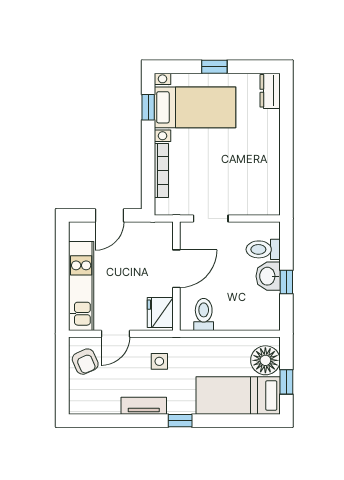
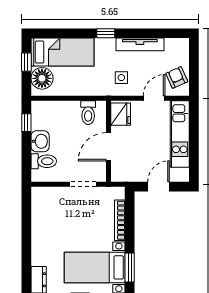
window: (148, 107) -> (130, 268), width x1.50
window: (286, 282) -> (26, 123), moved
tv unit: (144, 406) -> (140, 44), width x1.41

